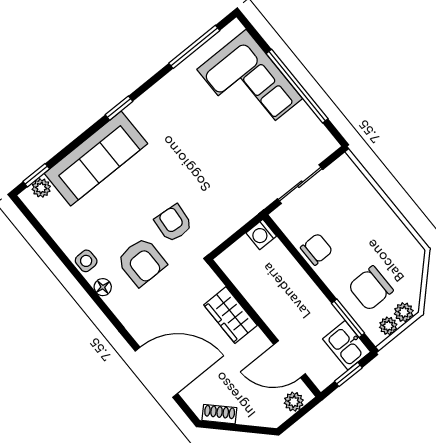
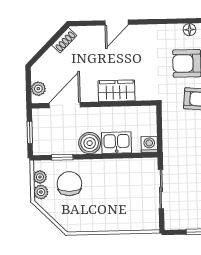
chair: (317, 249) -> (116, 170), removed
boiler: (310, 300) -> (90, 143), added
window: (348, 318) -> (62, 157), width x0.67
kitchen sink: (347, 345) -> (117, 143), moved
door: (156, 372) -> (117, 23), width x0.53

